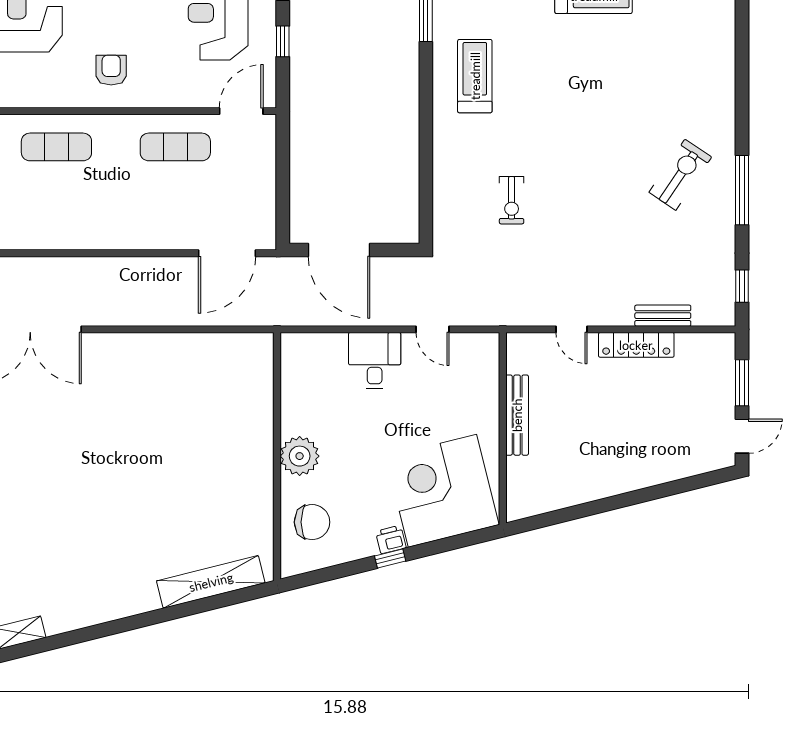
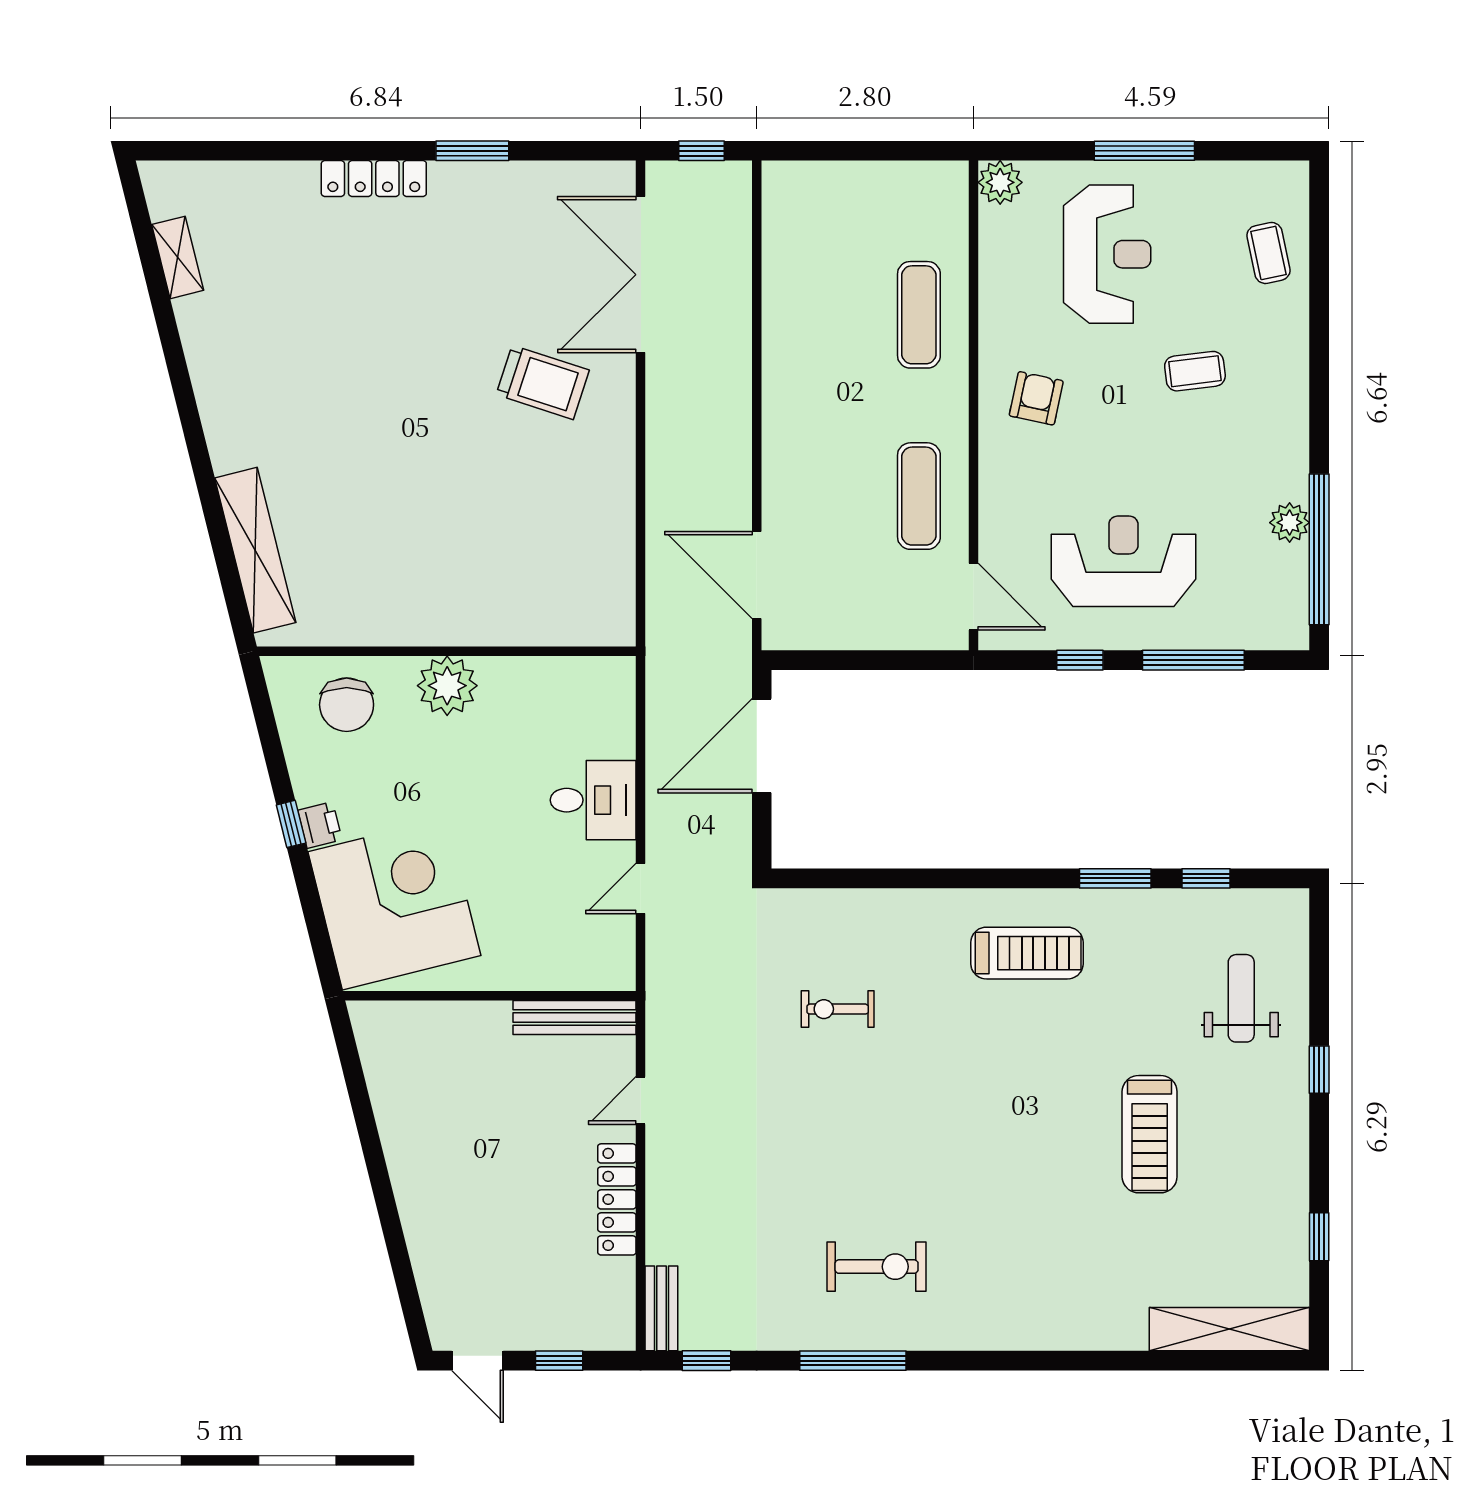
armchair: (111, 70) -> (1036, 398), turned -78
exercise bike: (680, 175) -> (877, 1267), turned -34
bench: (663, 316) -> (661, 1308), moved
window: (742, 383) -> (559, 1361), width x0.67
trolley: (101, 394) -> (543, 382), added
bench: (517, 415) -> (575, 1017), moved

